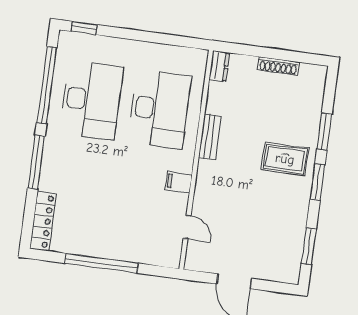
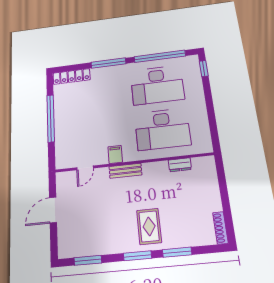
dresser: (219, 66) -> (180, 165), moved
shoe rack: (278, 66) -> (220, 228), moved
bench: (210, 137) -> (125, 171), moved

